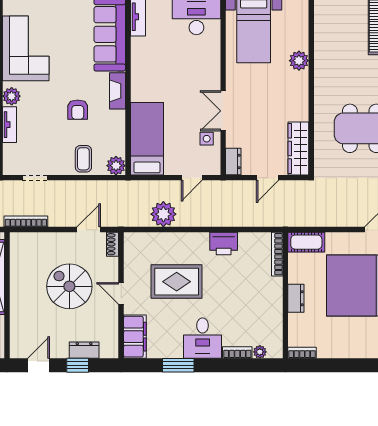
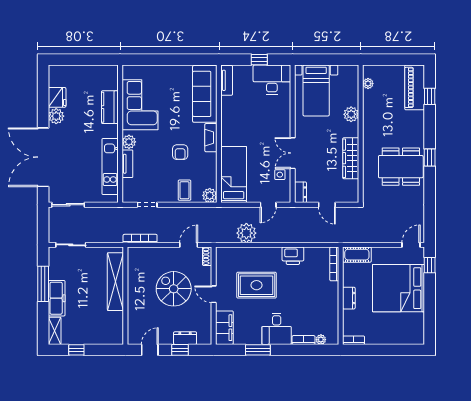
plant: (321, 21) -> (368, 84), added
wardrobe: (298, 148) -> (351, 158), moved
door: (268, 178) -> (327, 205), hinge flipped

